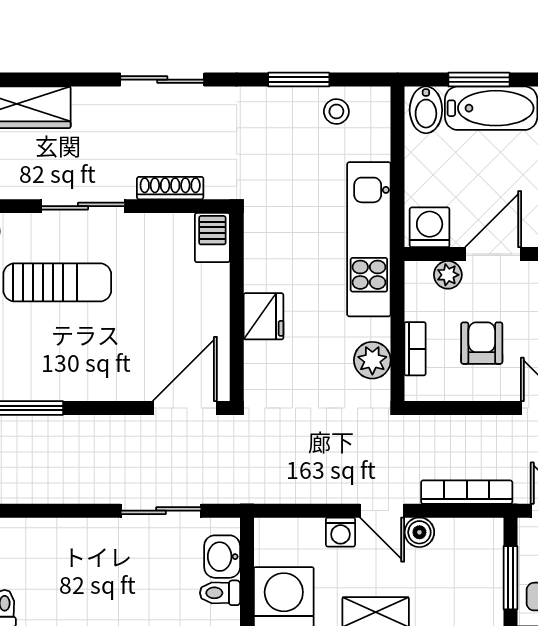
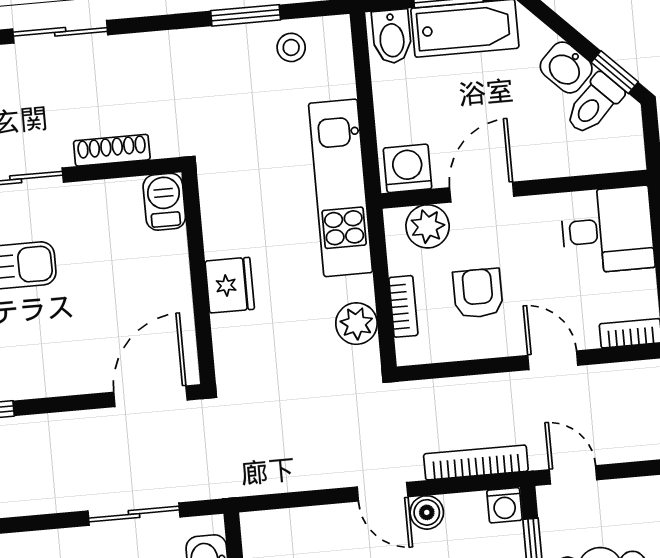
sliding door: (162, 80) -> (60, 32), moved
plant: (448, 275) -> (428, 226), width x1.38, depth x1.38
washing machine: (340, 532) -> (504, 505), moved

